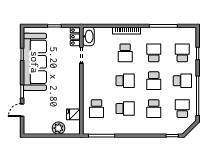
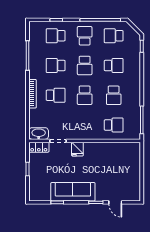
sofa: (35, 62) -> (73, 192), width x0.74, depth x0.79
school desk: (125, 81) -> (85, 95), turned 180
school desk: (154, 81) -> (85, 65), turned 90
school desk: (125, 109) -> (114, 95), turned 180
fridge: (73, 114) -> (77, 149), moved
plant: (59, 128) -> (134, 165), removed

